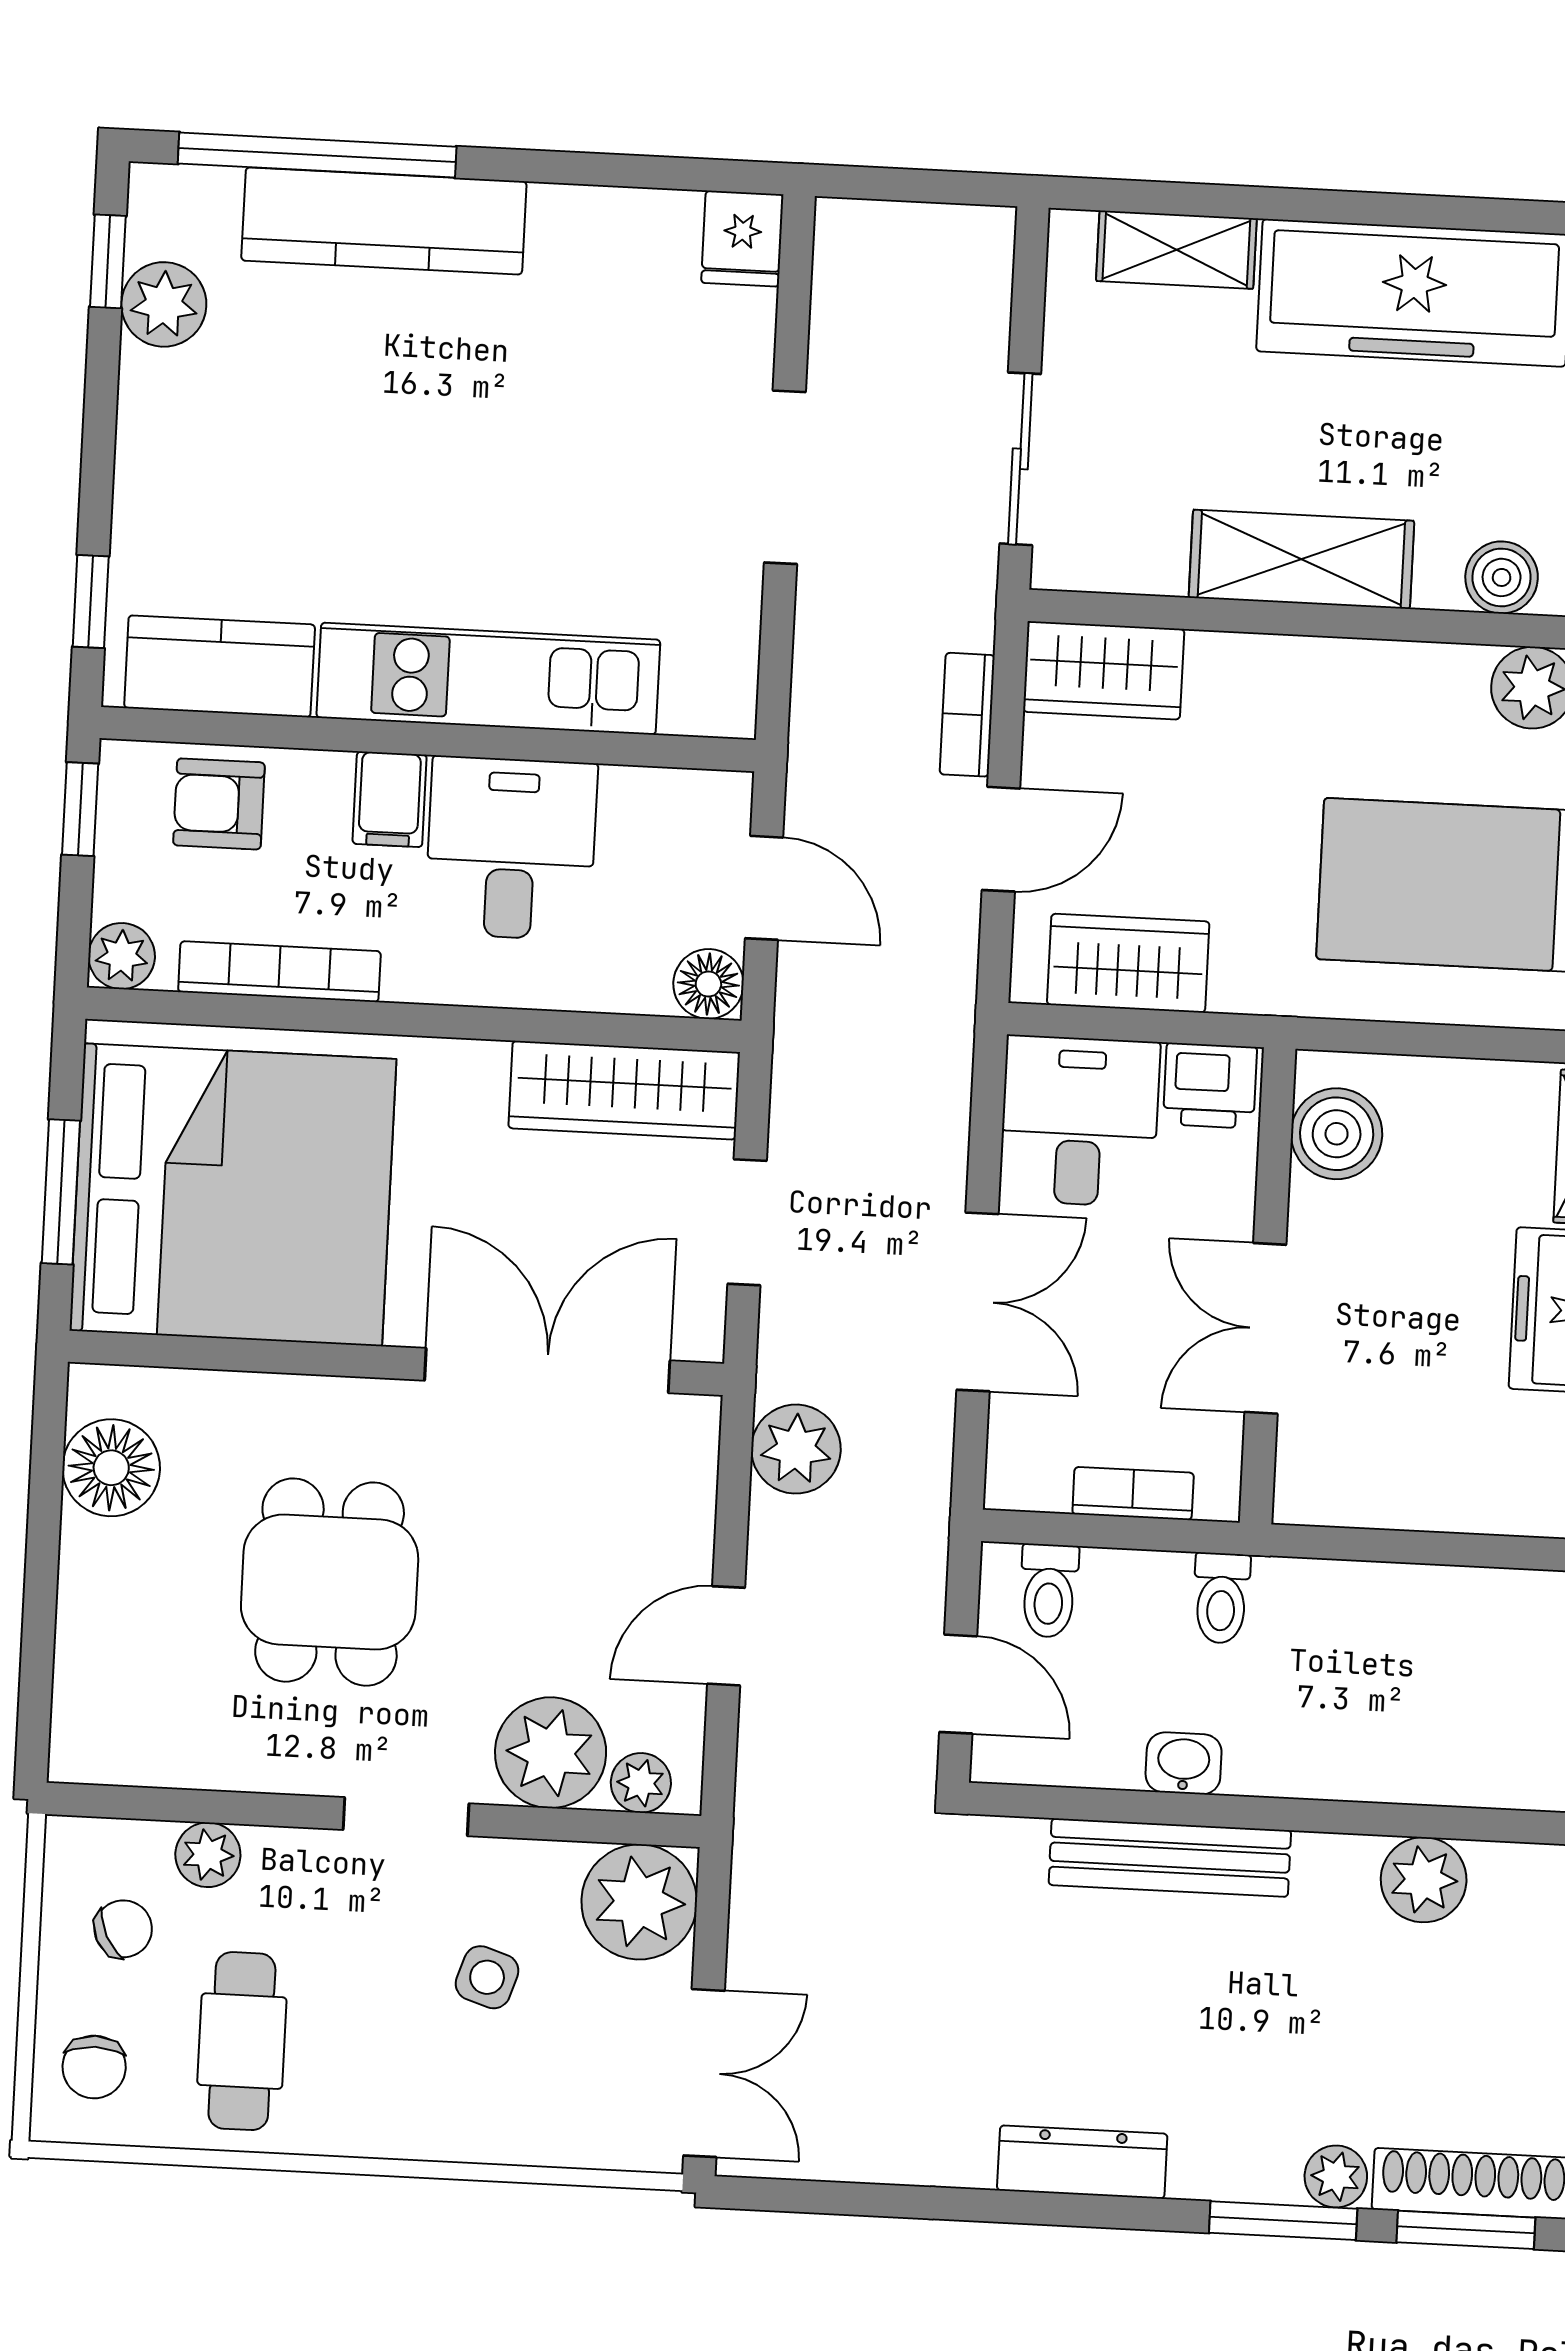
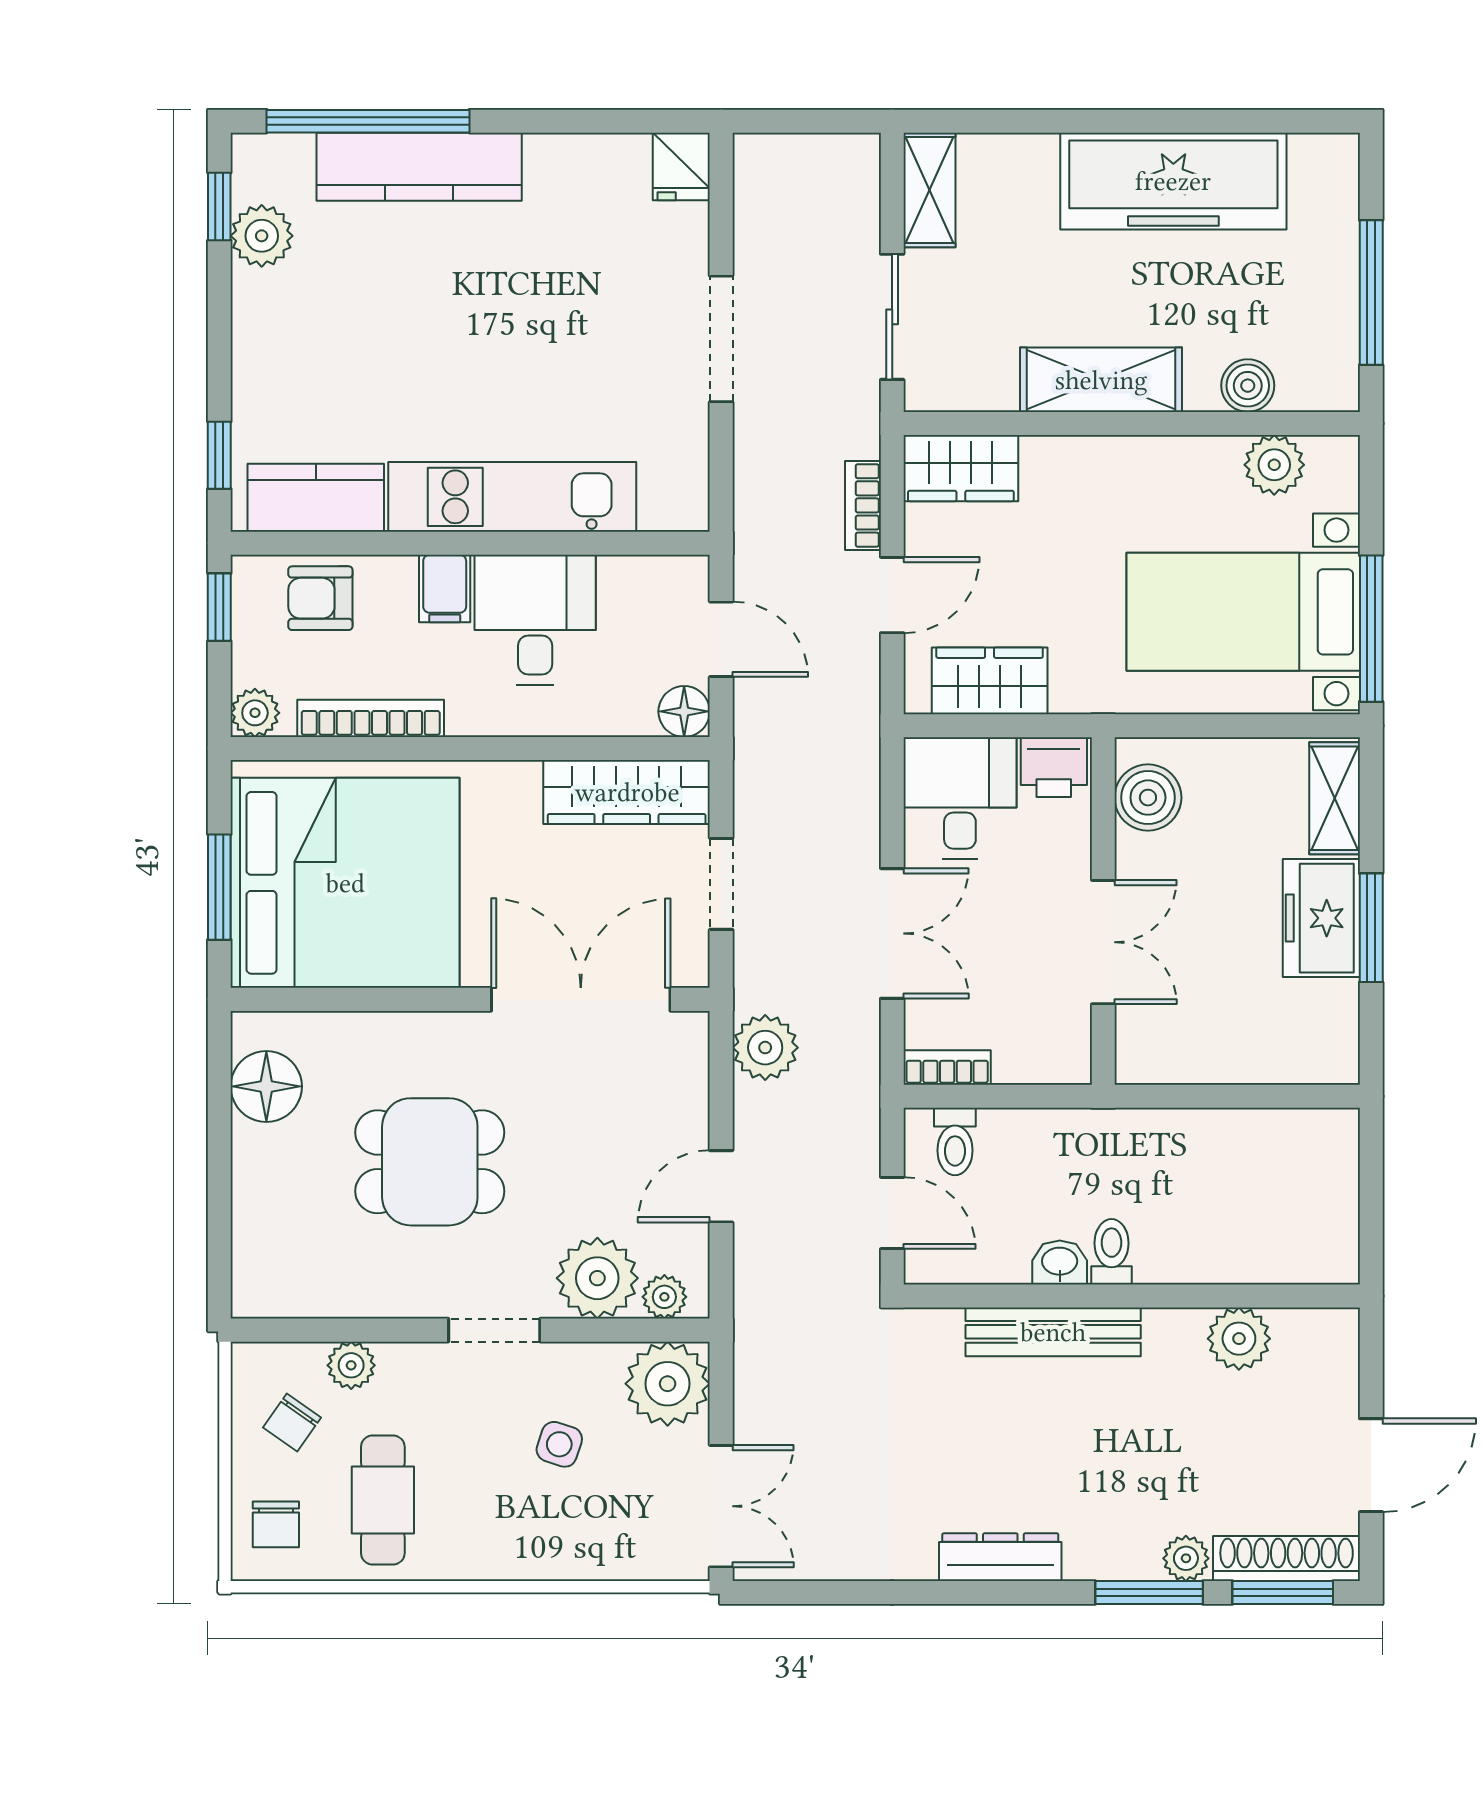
shelving: (1176, 250) -> (929, 190), moved, turned 90
double door: (1265, 1328) -> (1103, 942), swing flipped
bookcase: (1133, 1494) -> (947, 1068), moved
dining table: (330, 1582) -> (430, 1162), turned 90
toilet: (1221, 1598) -> (1112, 1252), moved, turned 180
chair: (123, 1929) -> (292, 1422), turned 151

